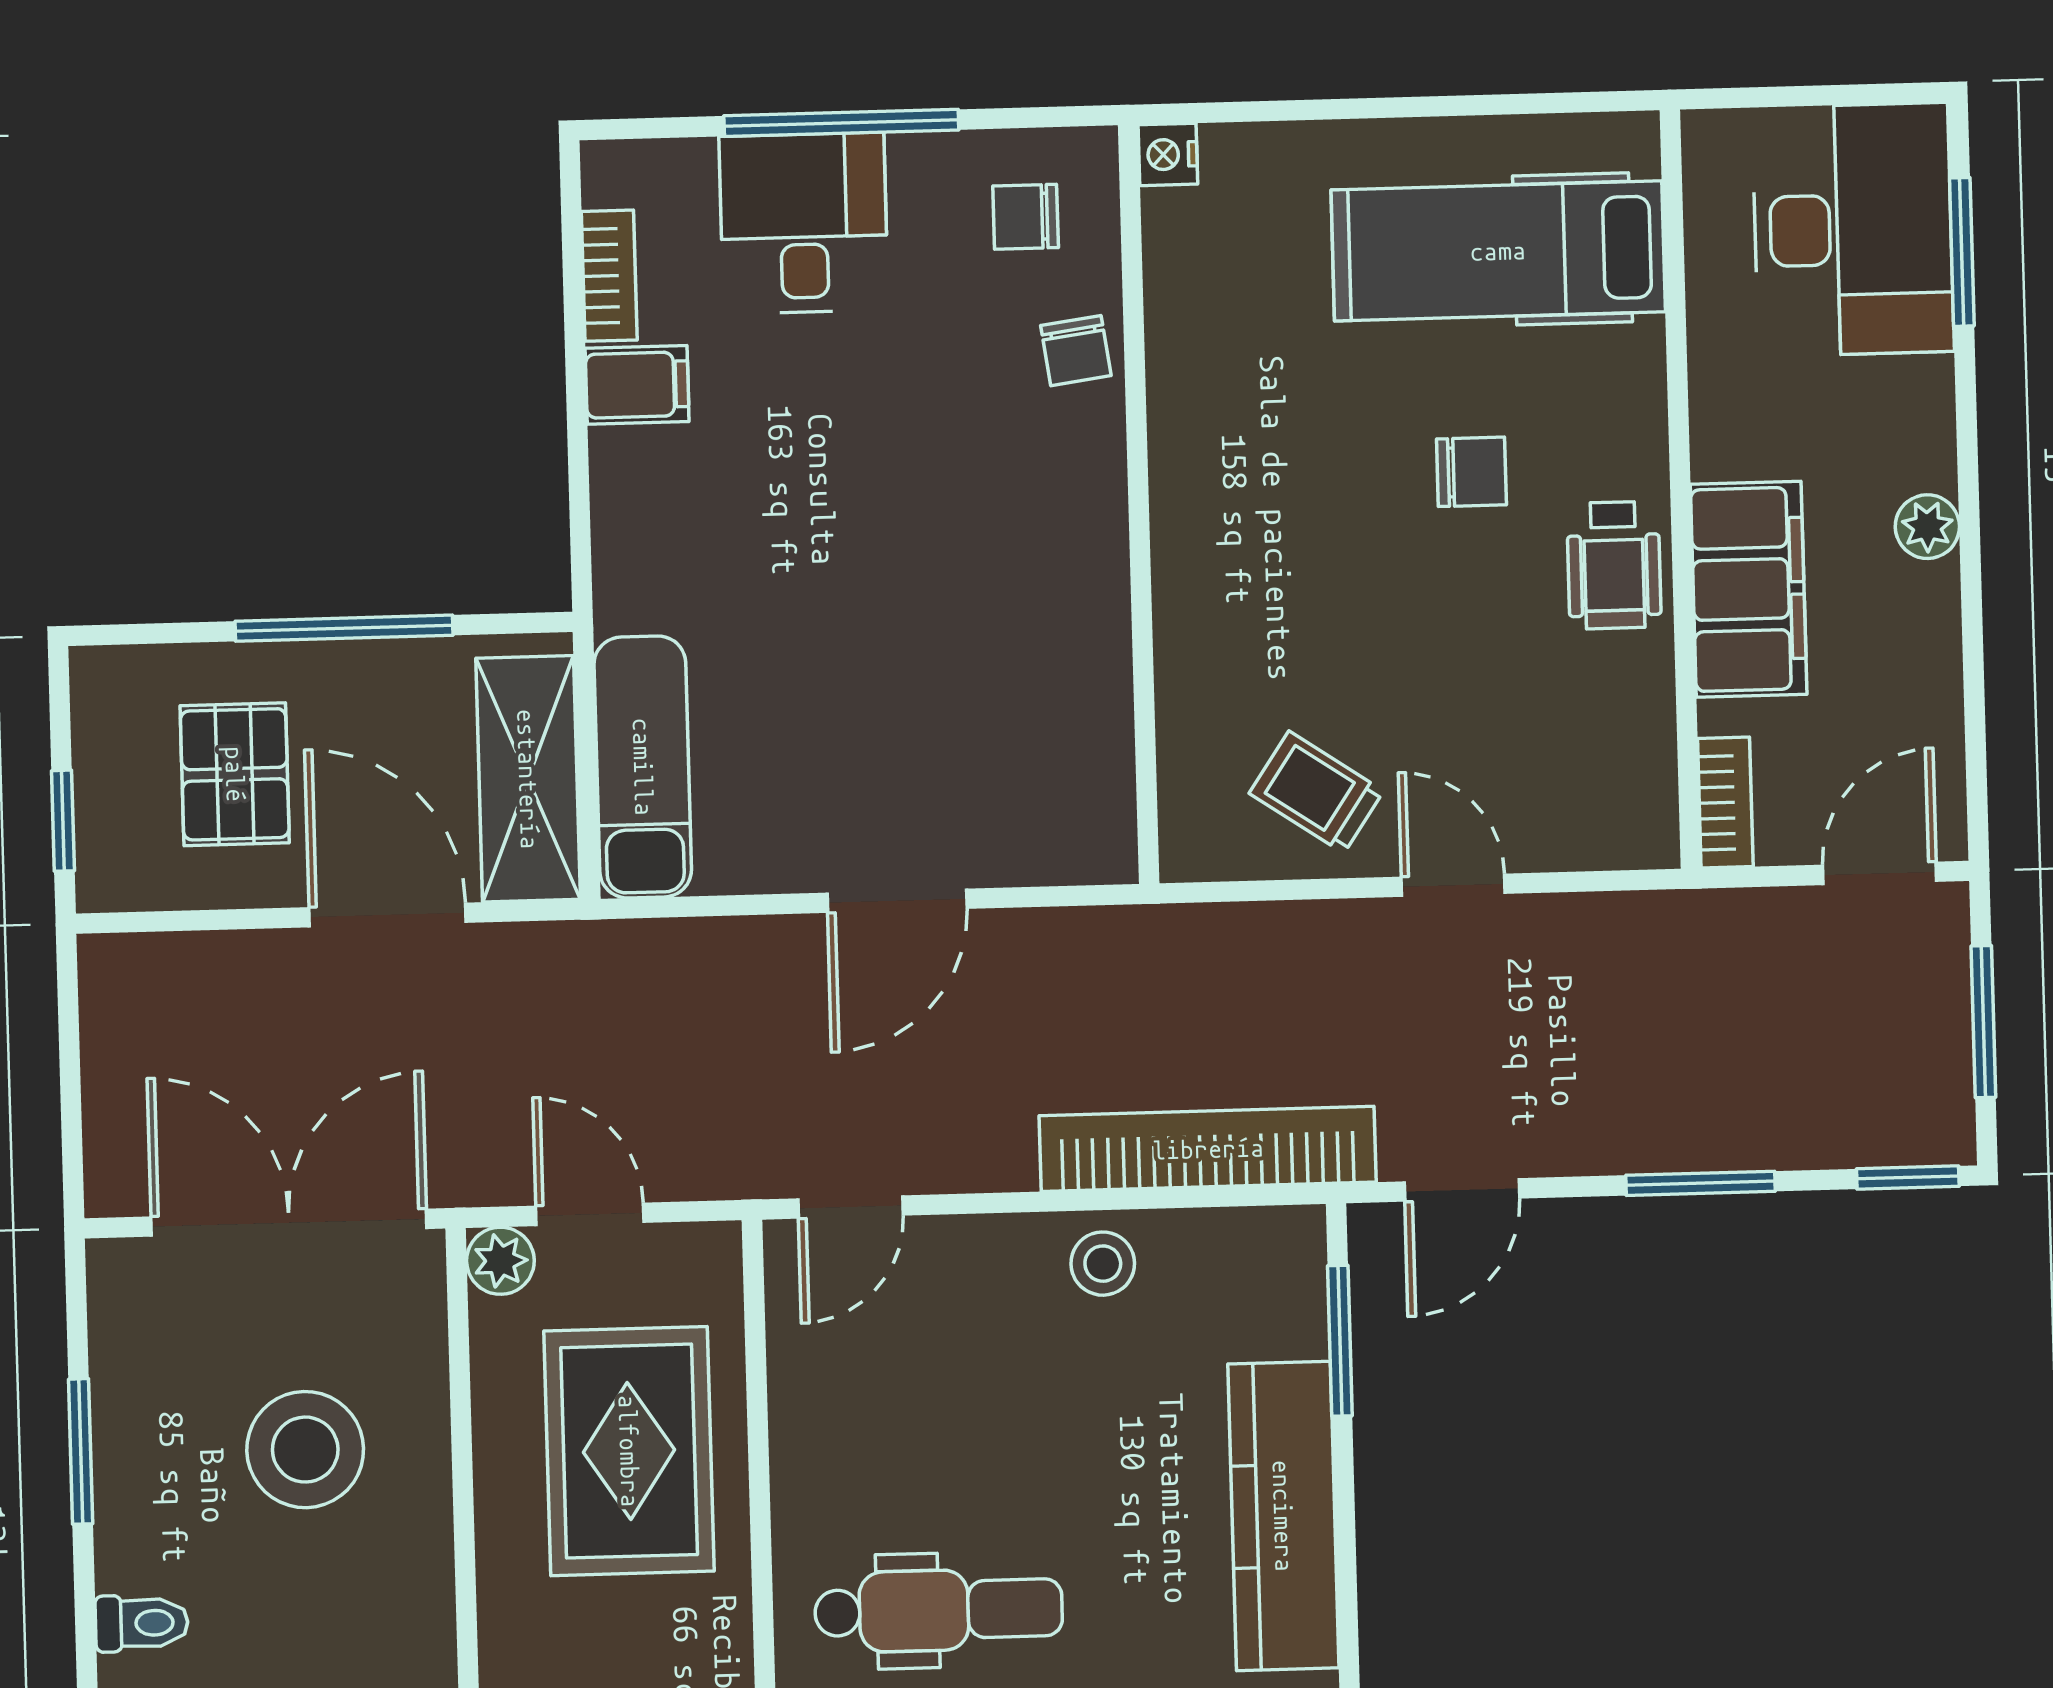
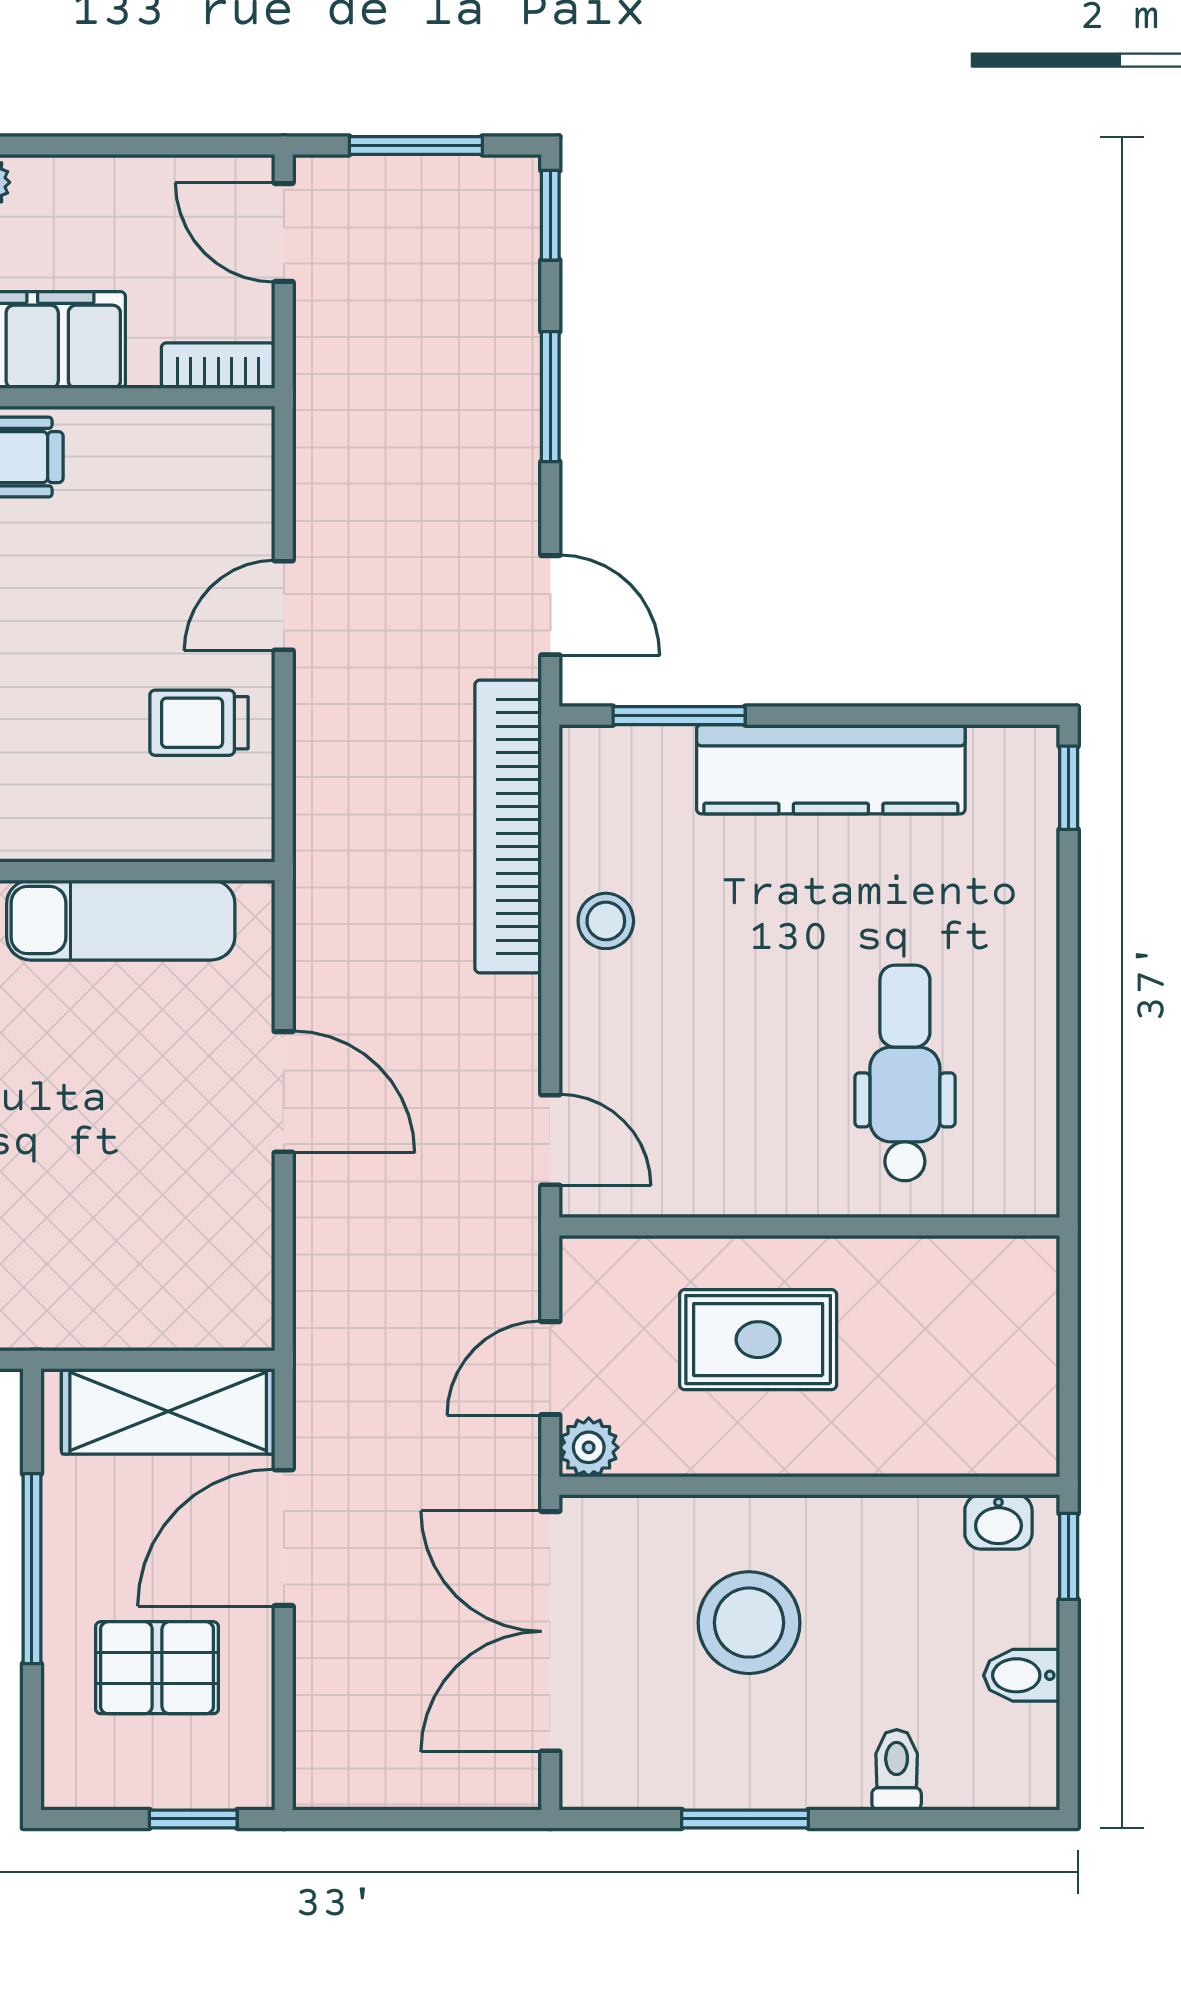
exam couch: (643, 767) -> (121, 920), moved, turned 180
trolley: (1316, 792) -> (199, 723), turned 56
rug: (629, 1451) -> (758, 1340), width x0.73, depth x0.70

